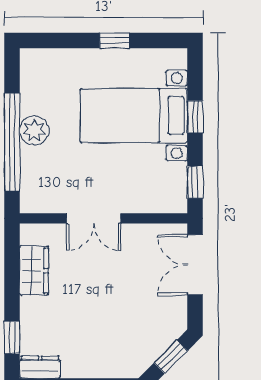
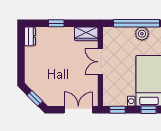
wardrobe: (34, 271) -> (86, 34), moved
window: (12, 338) -> (56, 23), moved

